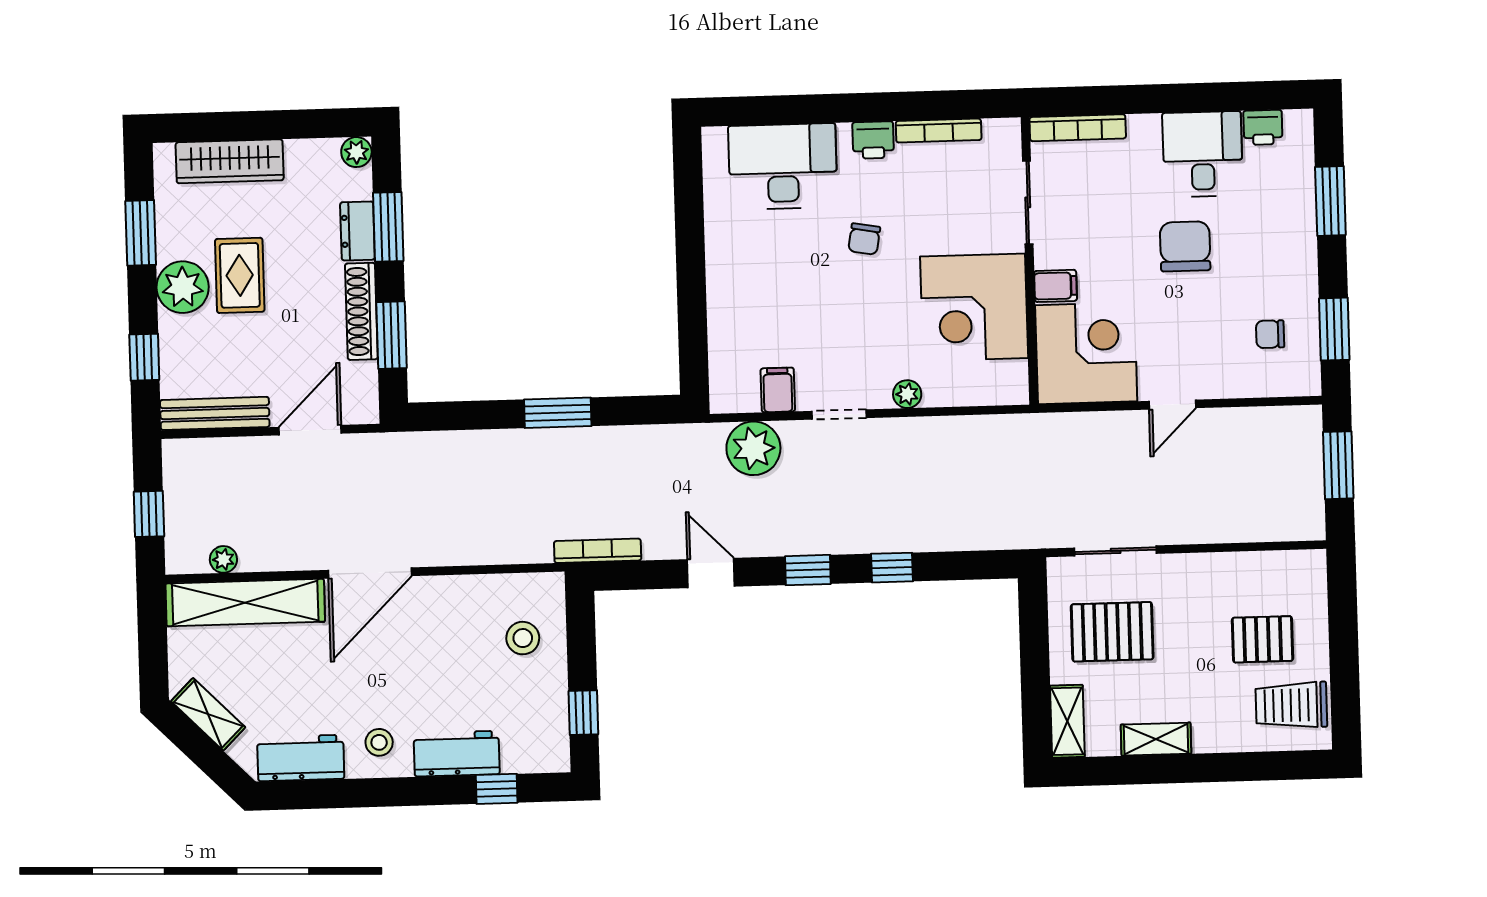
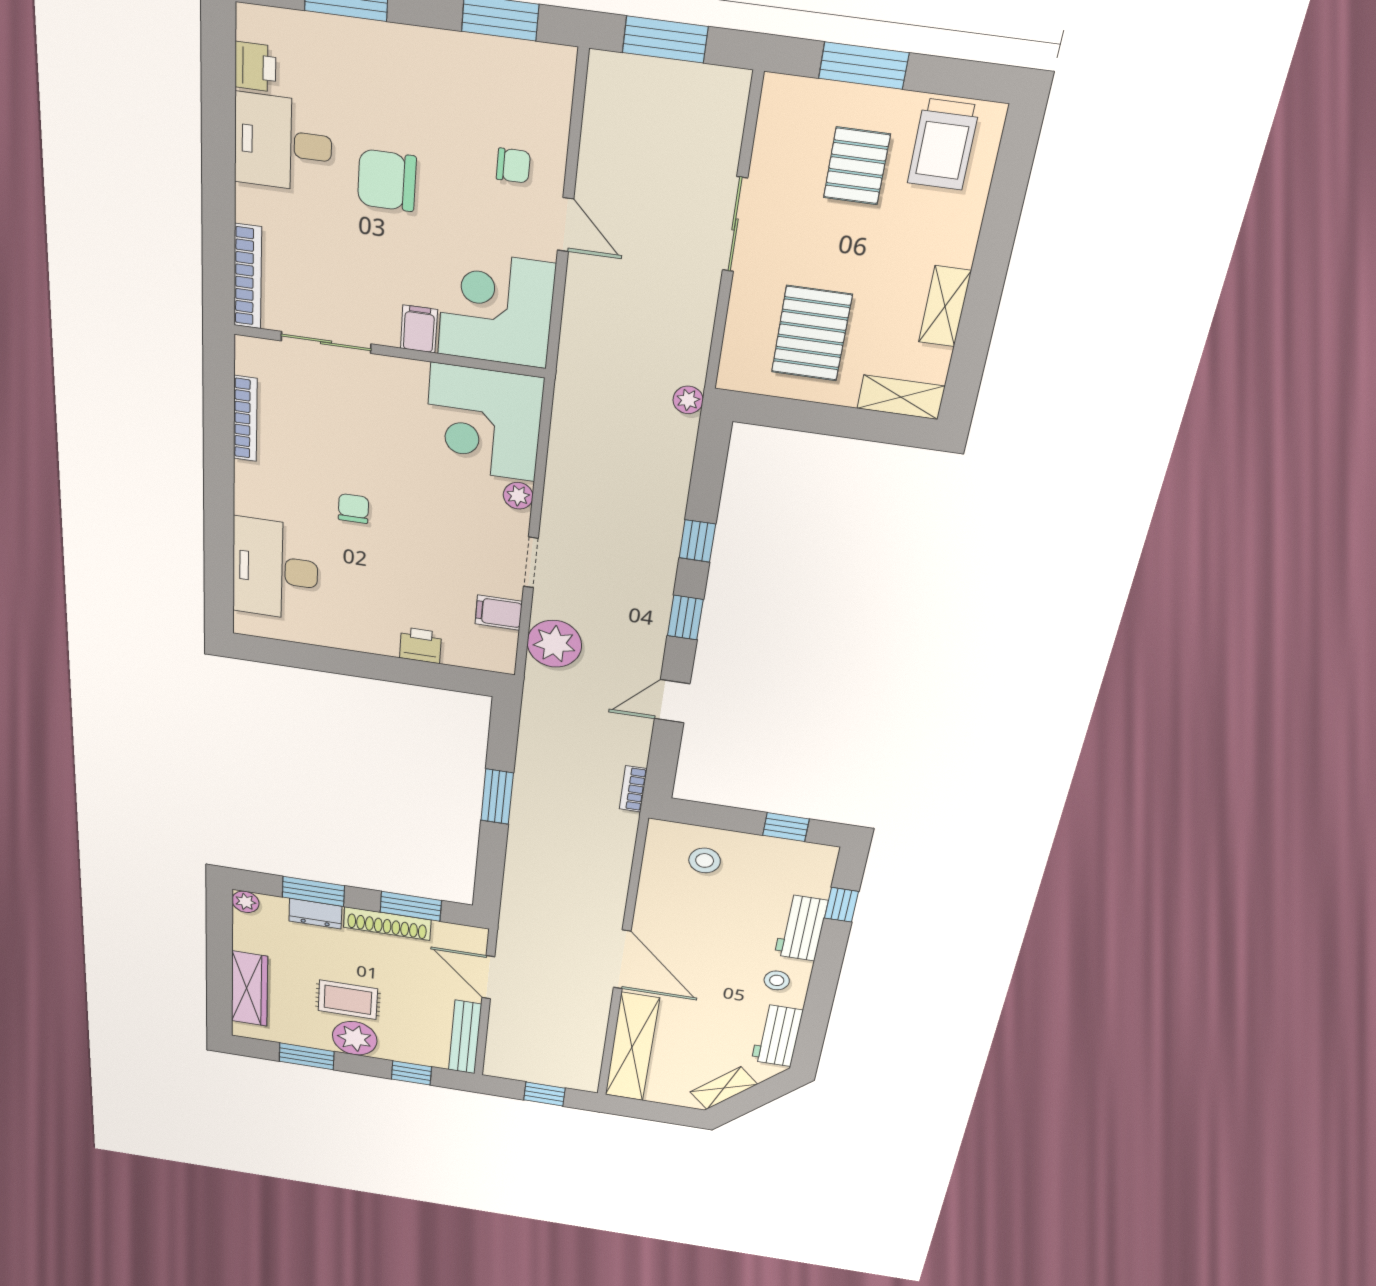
printer: (873, 140) -> (421, 645), moved, turned -90
chair: (864, 239) -> (353, 508), turned -100
corner desk: (974, 307) -> (484, 423), moved, turned 90
chair: (1270, 334) -> (513, 166), moved, turned -90
bookcase: (598, 551) -> (633, 789), width x0.64
sliding door: (1116, 551) -> (735, 224), moved
plant: (223, 559) -> (688, 400), moved
window: (1343, 627) -> (864, 66), added

